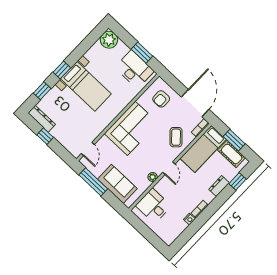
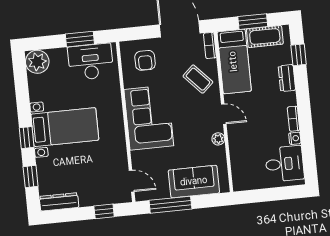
window: (45, 136) -> (104, 211), moved
desk: (153, 206) -> (284, 164), moved, turned 180

